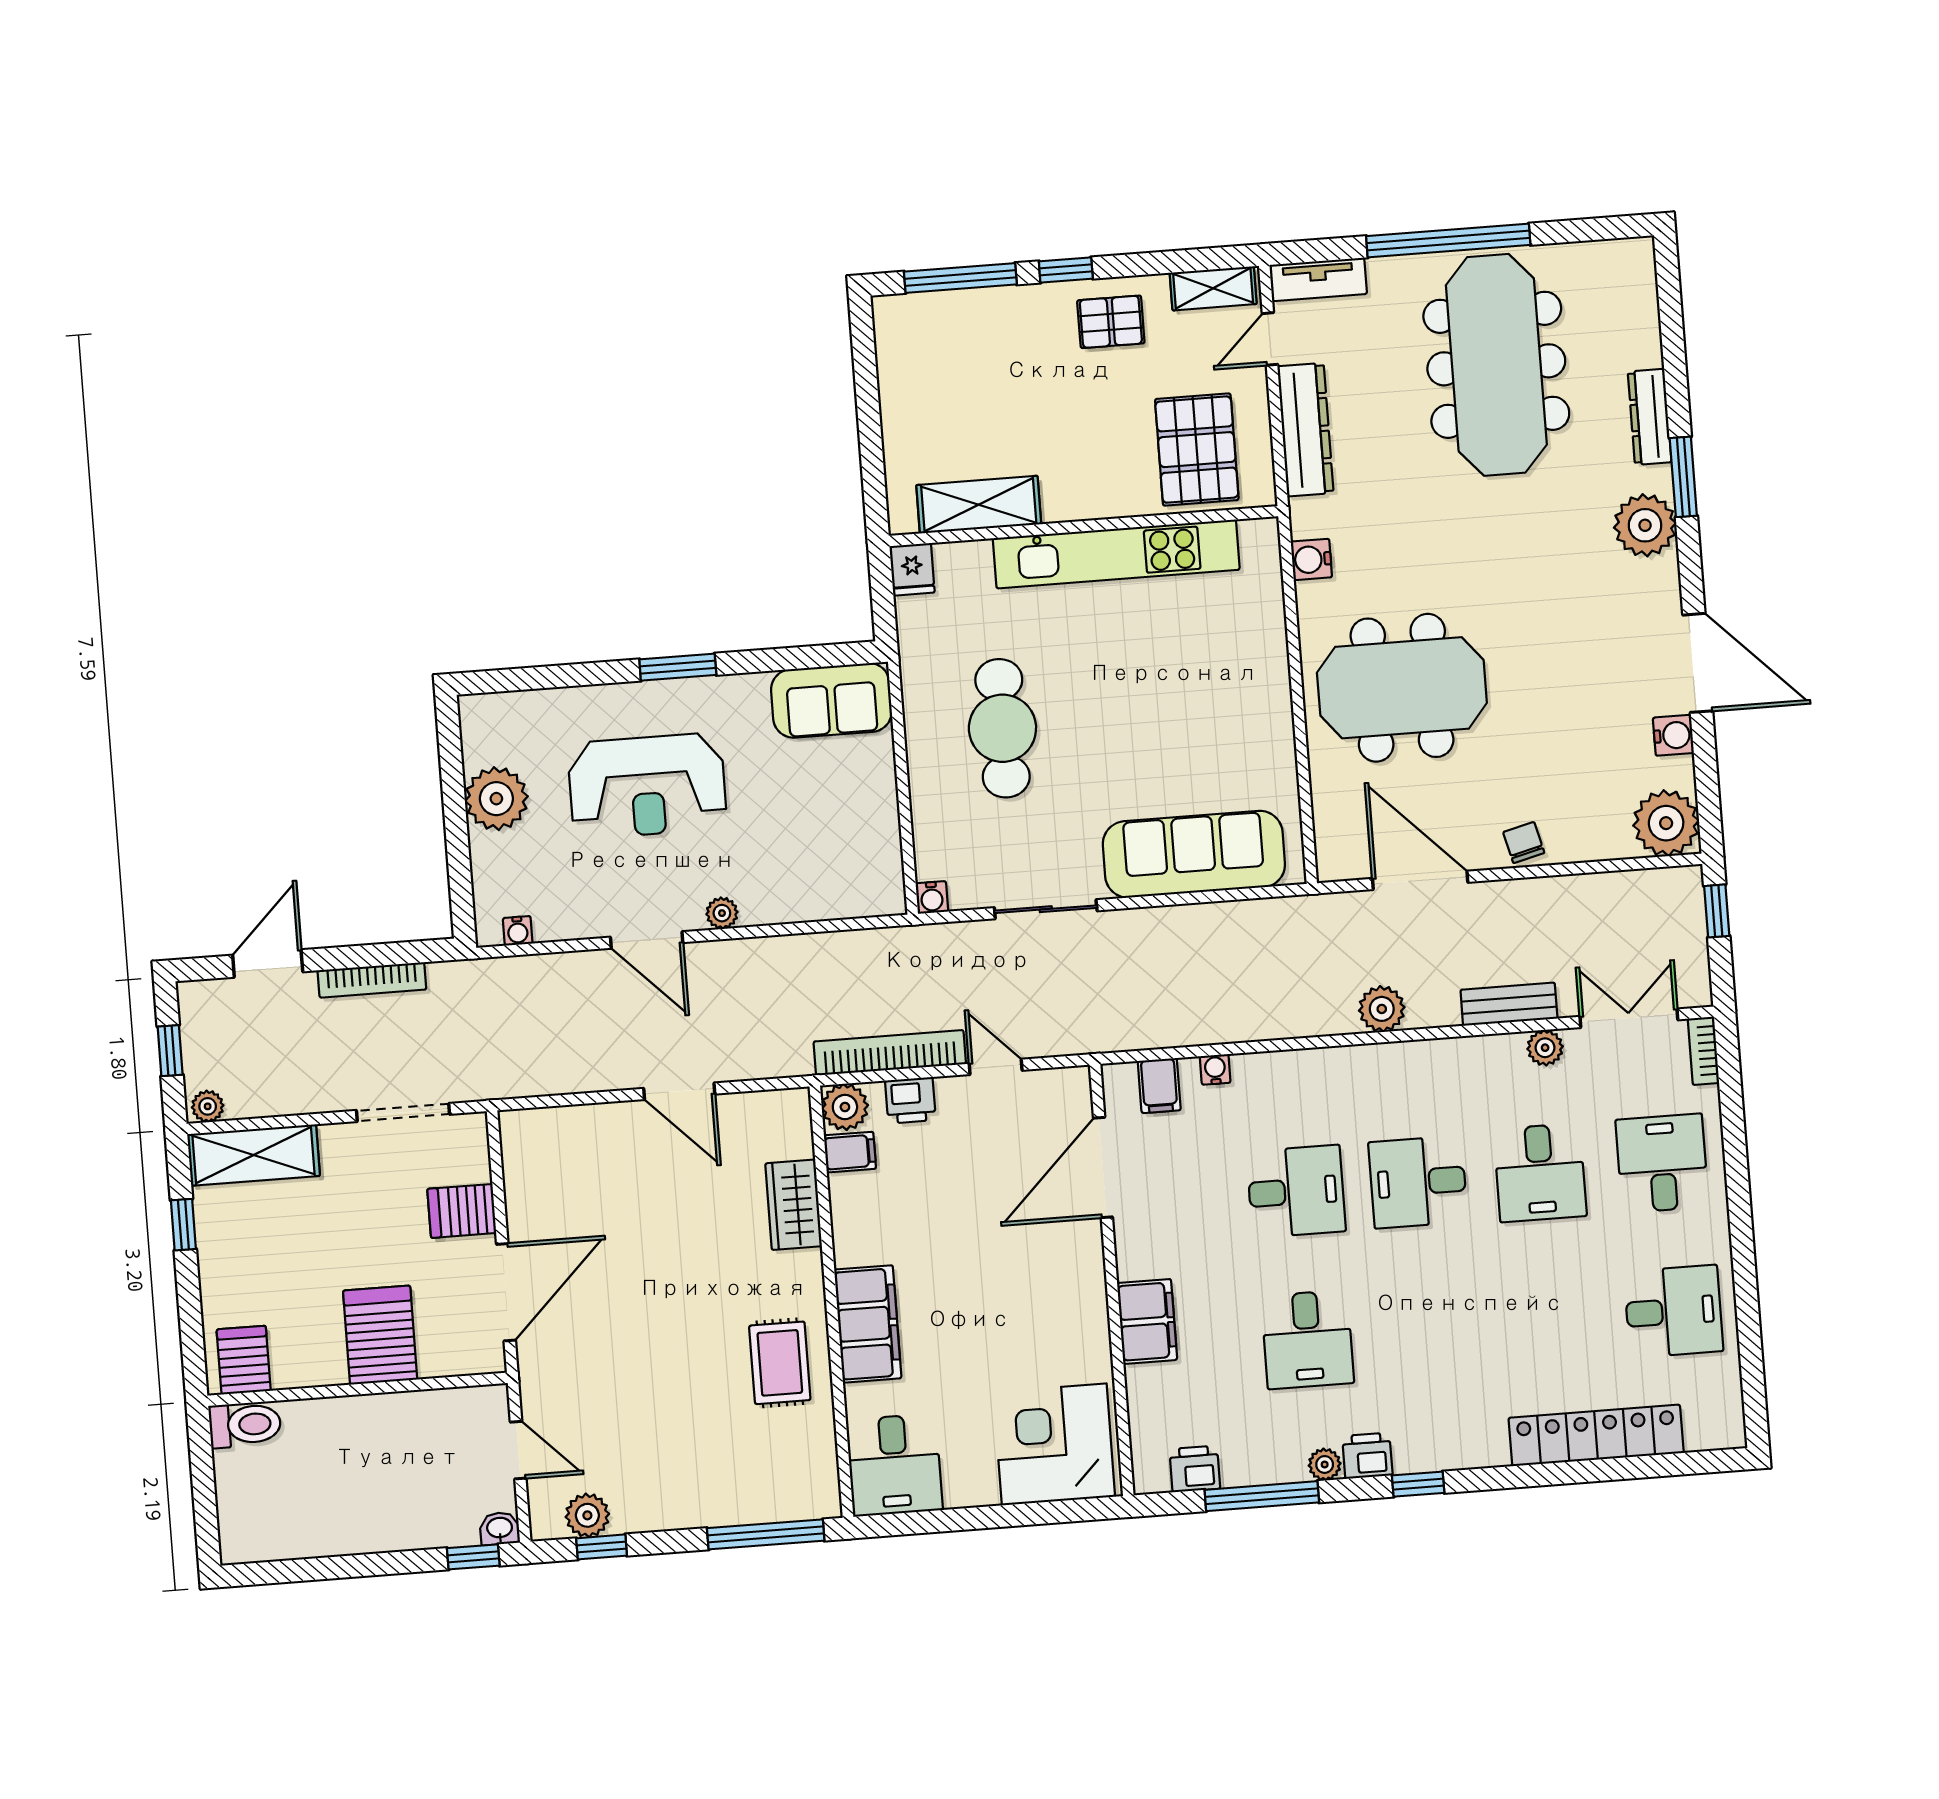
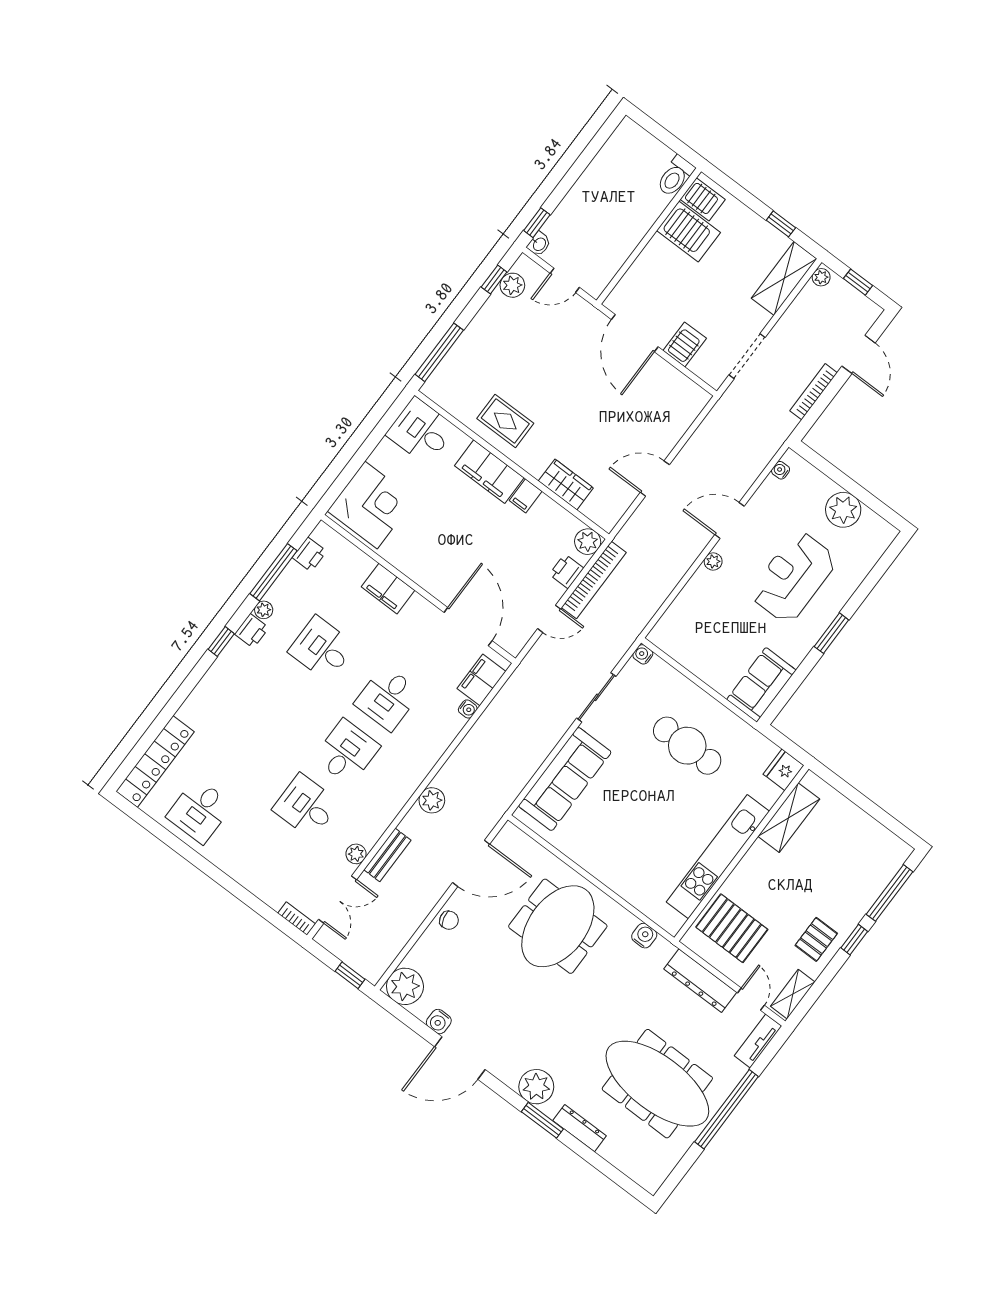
fridge: (912, 569) -> (784, 770), width x1.38
filing cabinet: (1159, 1086) -> (481, 680), width x2.00
filing cabinet: (850, 1152) -> (526, 496), moved
desk: (1662, 1163) -> (265, 860), removed
server rack: (380, 1335) -> (688, 231), moved
locker: (1596, 1435) -> (155, 761), moved

